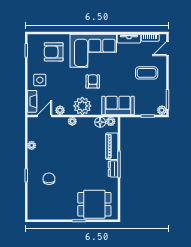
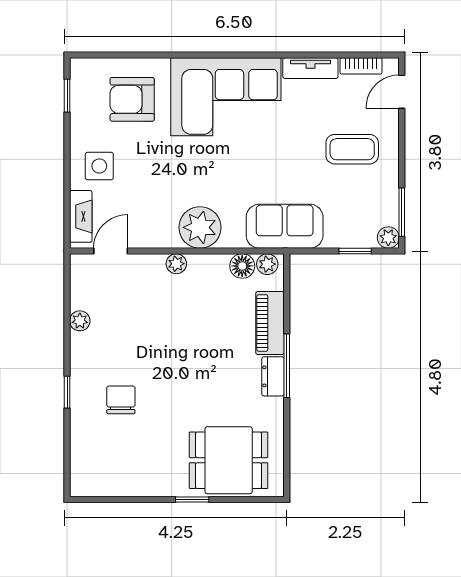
armchair: (93, 81) -> (225, 169), removed
plant: (60, 110) -> (147, 238), removed

